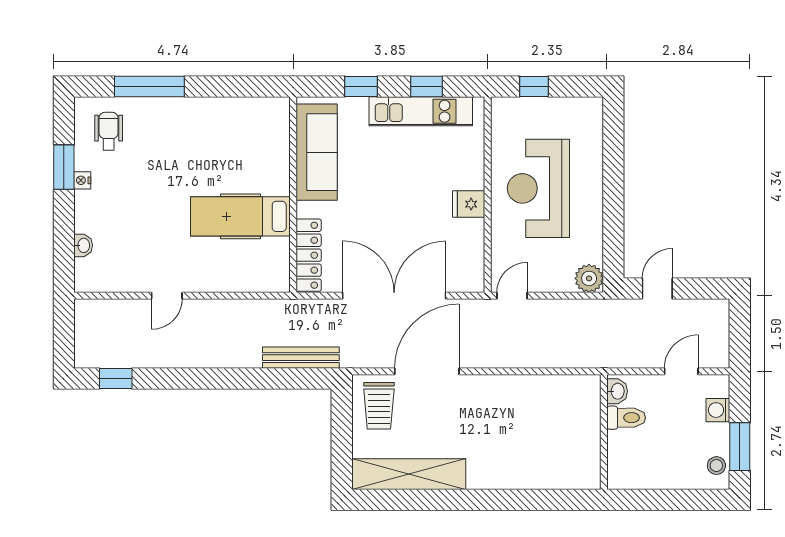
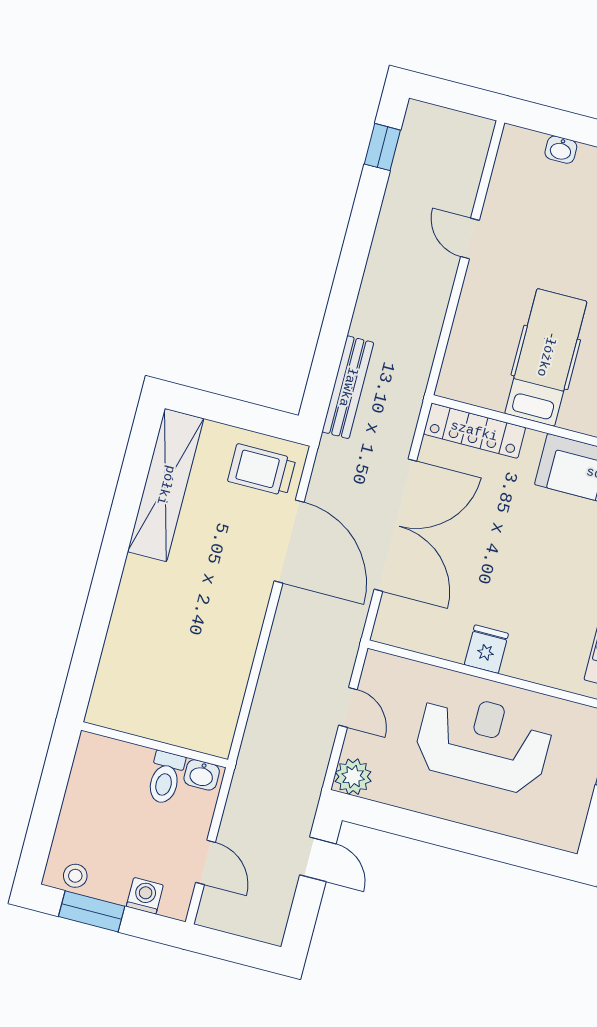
door: (512, 296) -> (348, 707), moved

